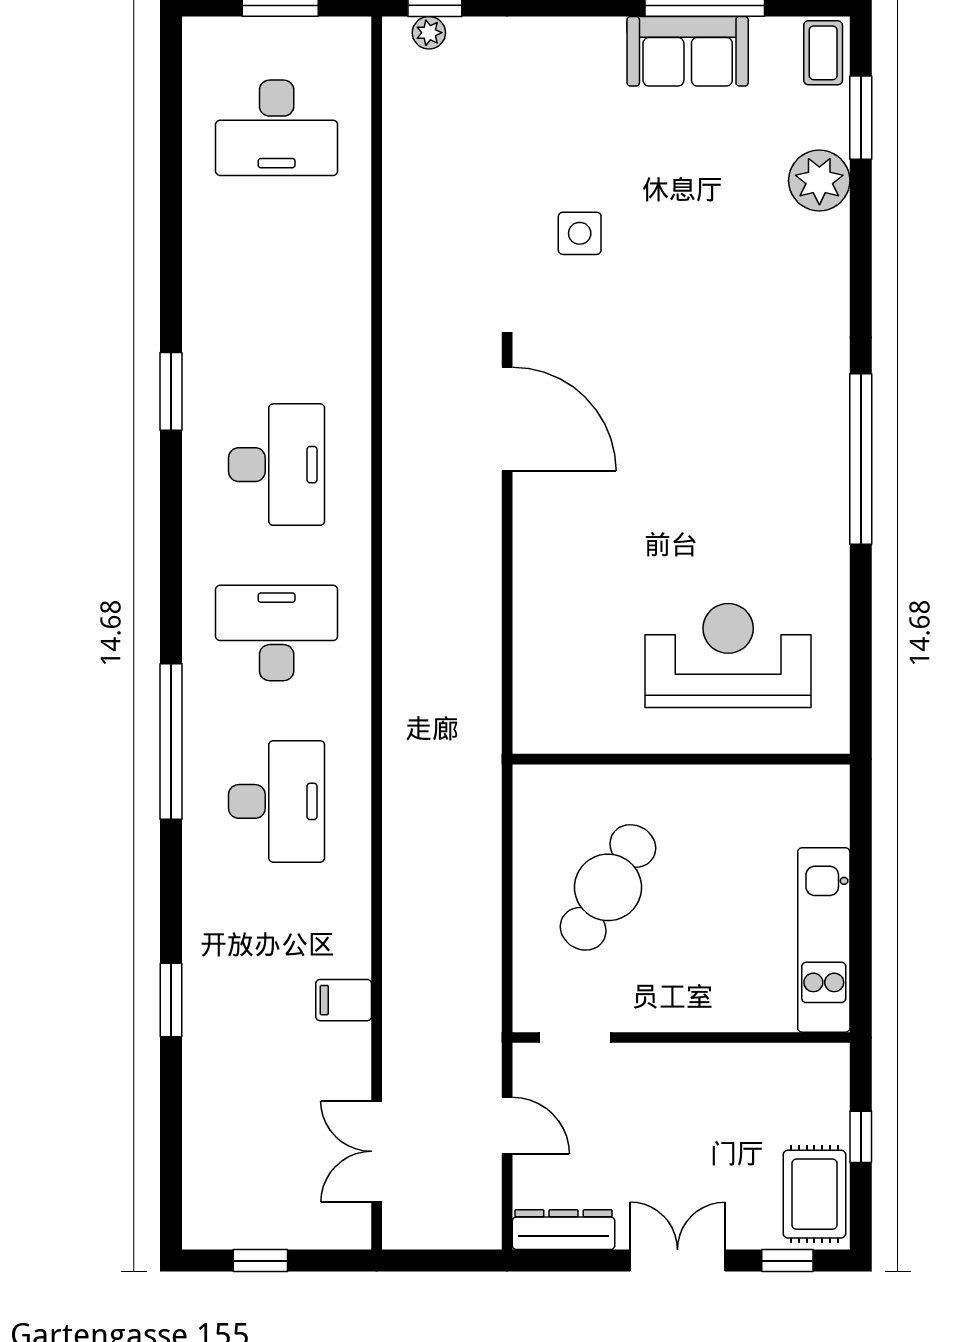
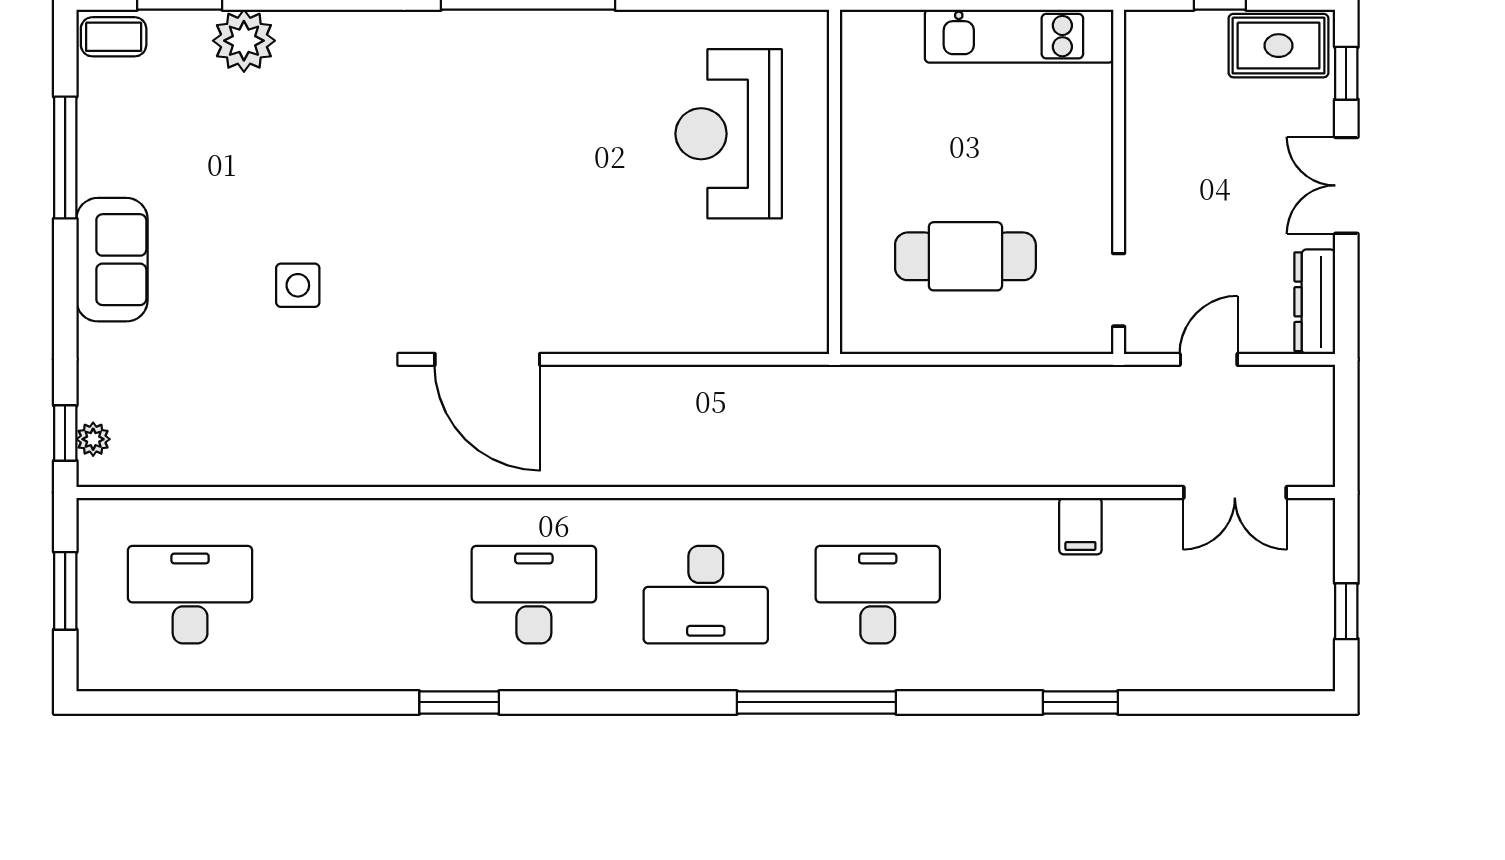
sofa: (688, 51) -> (112, 260), moved
desk: (277, 128) -> (190, 595), turned -90
door: (507, 419) -> (487, 359), swing flipped
desk: (277, 633) -> (706, 595), turned -90
cafe table: (608, 887) -> (965, 256), turned -31

